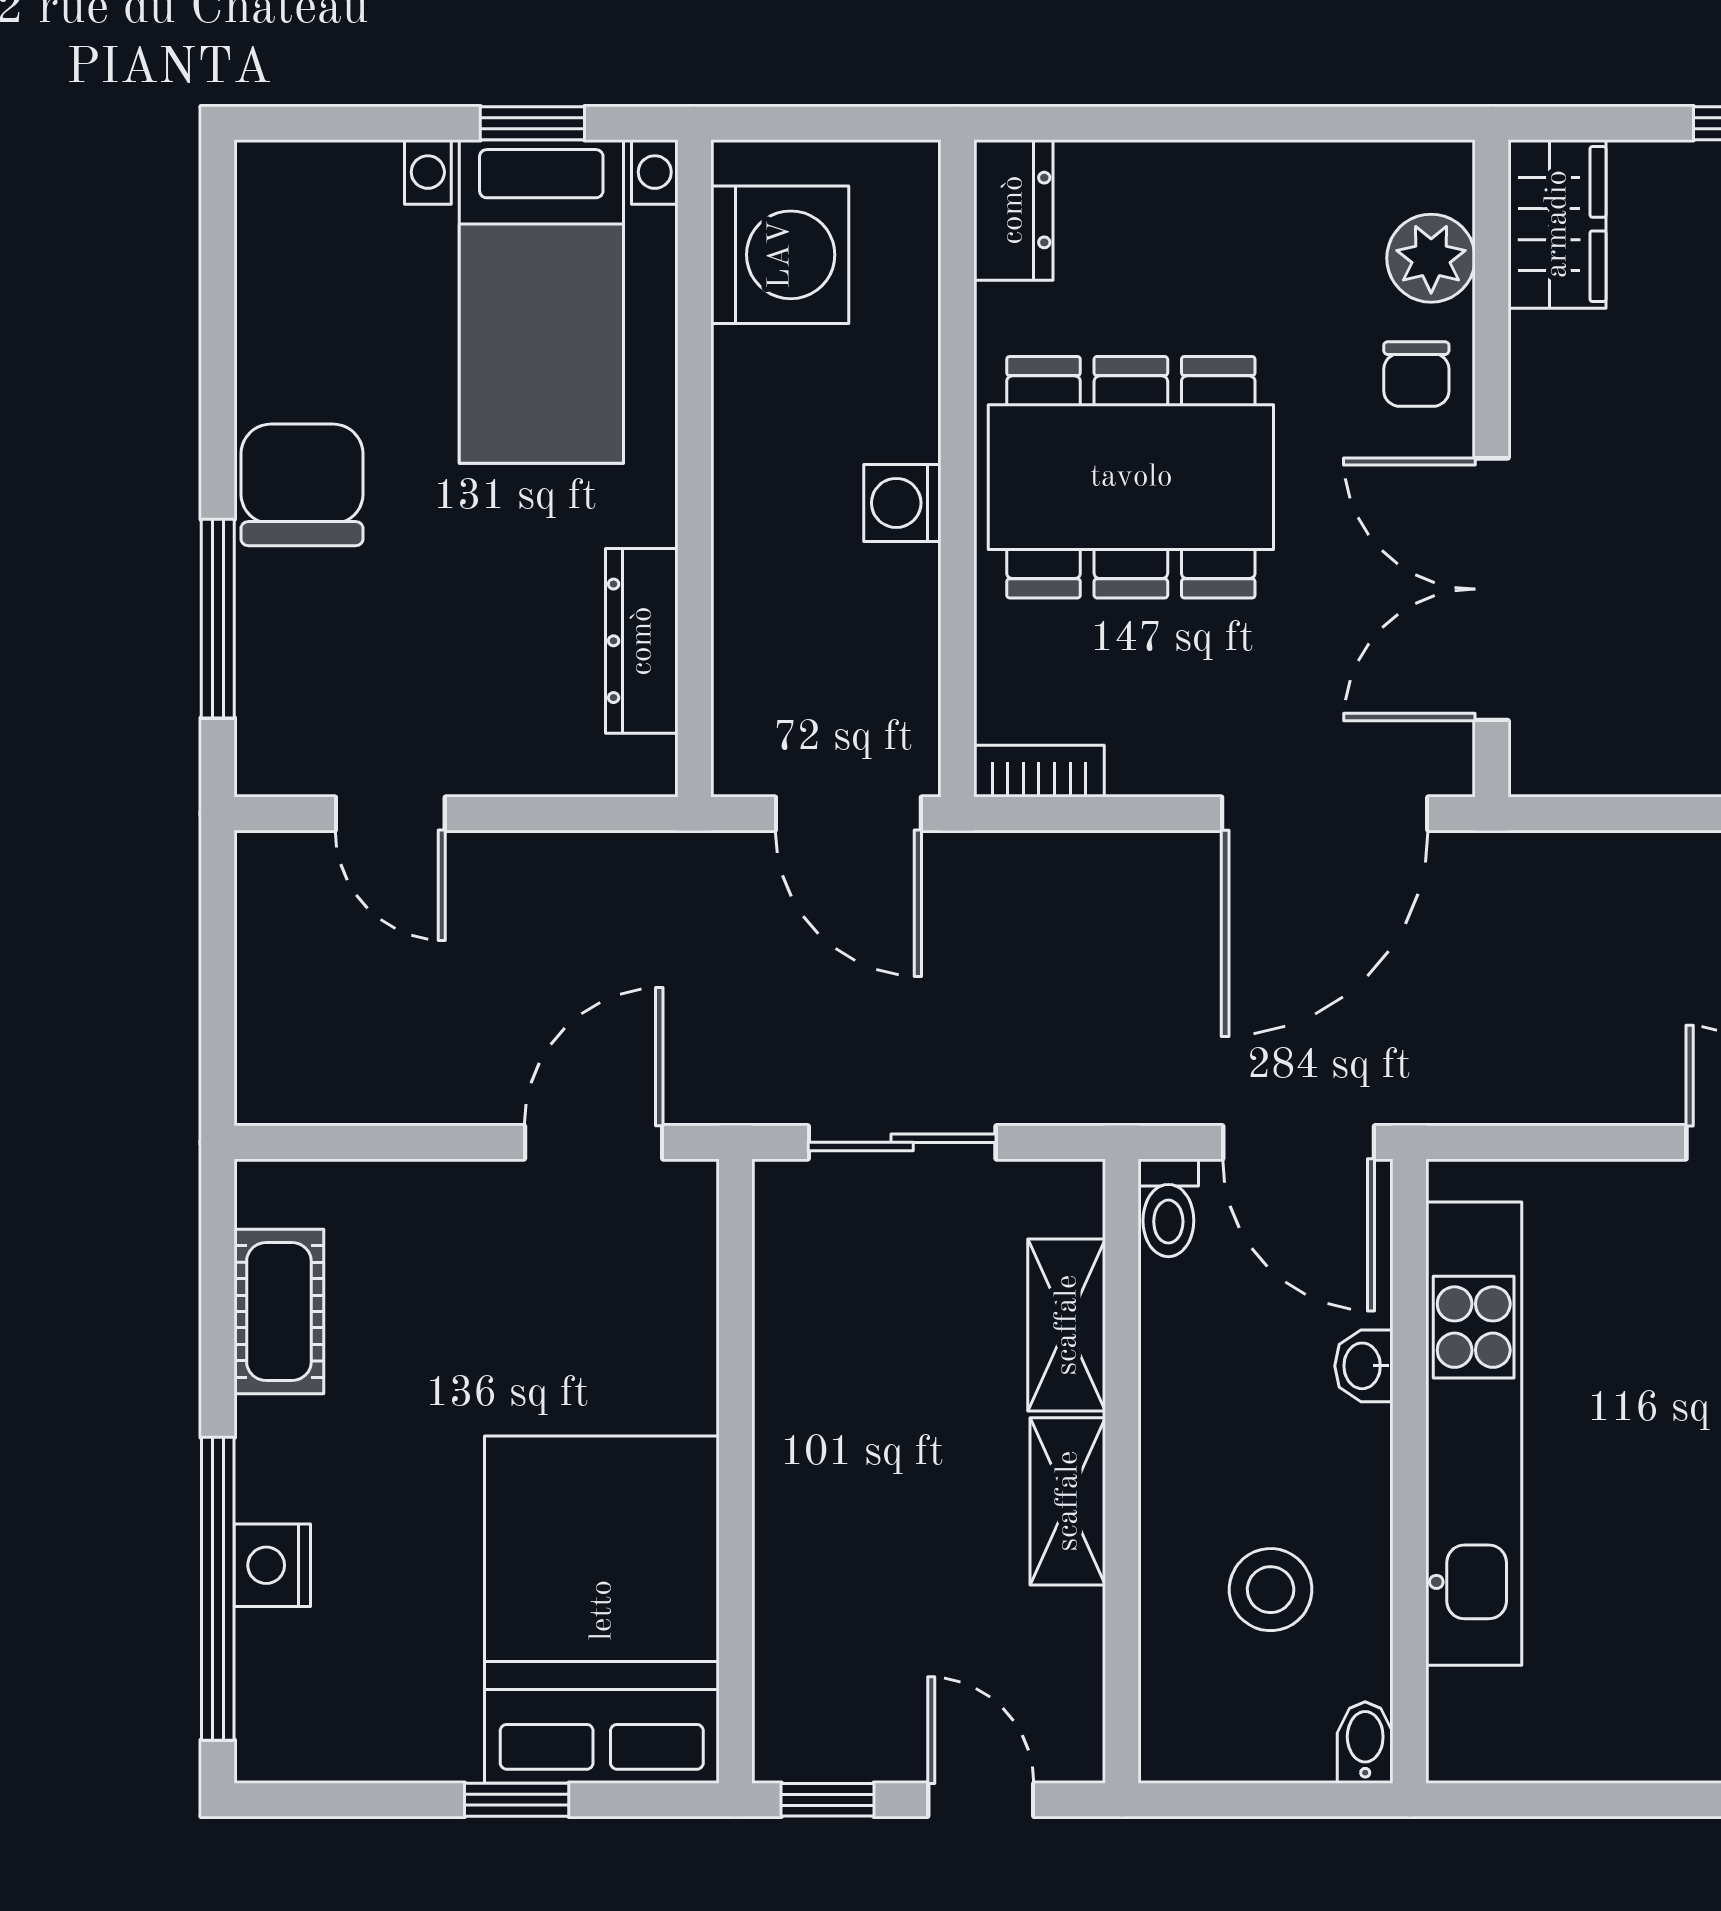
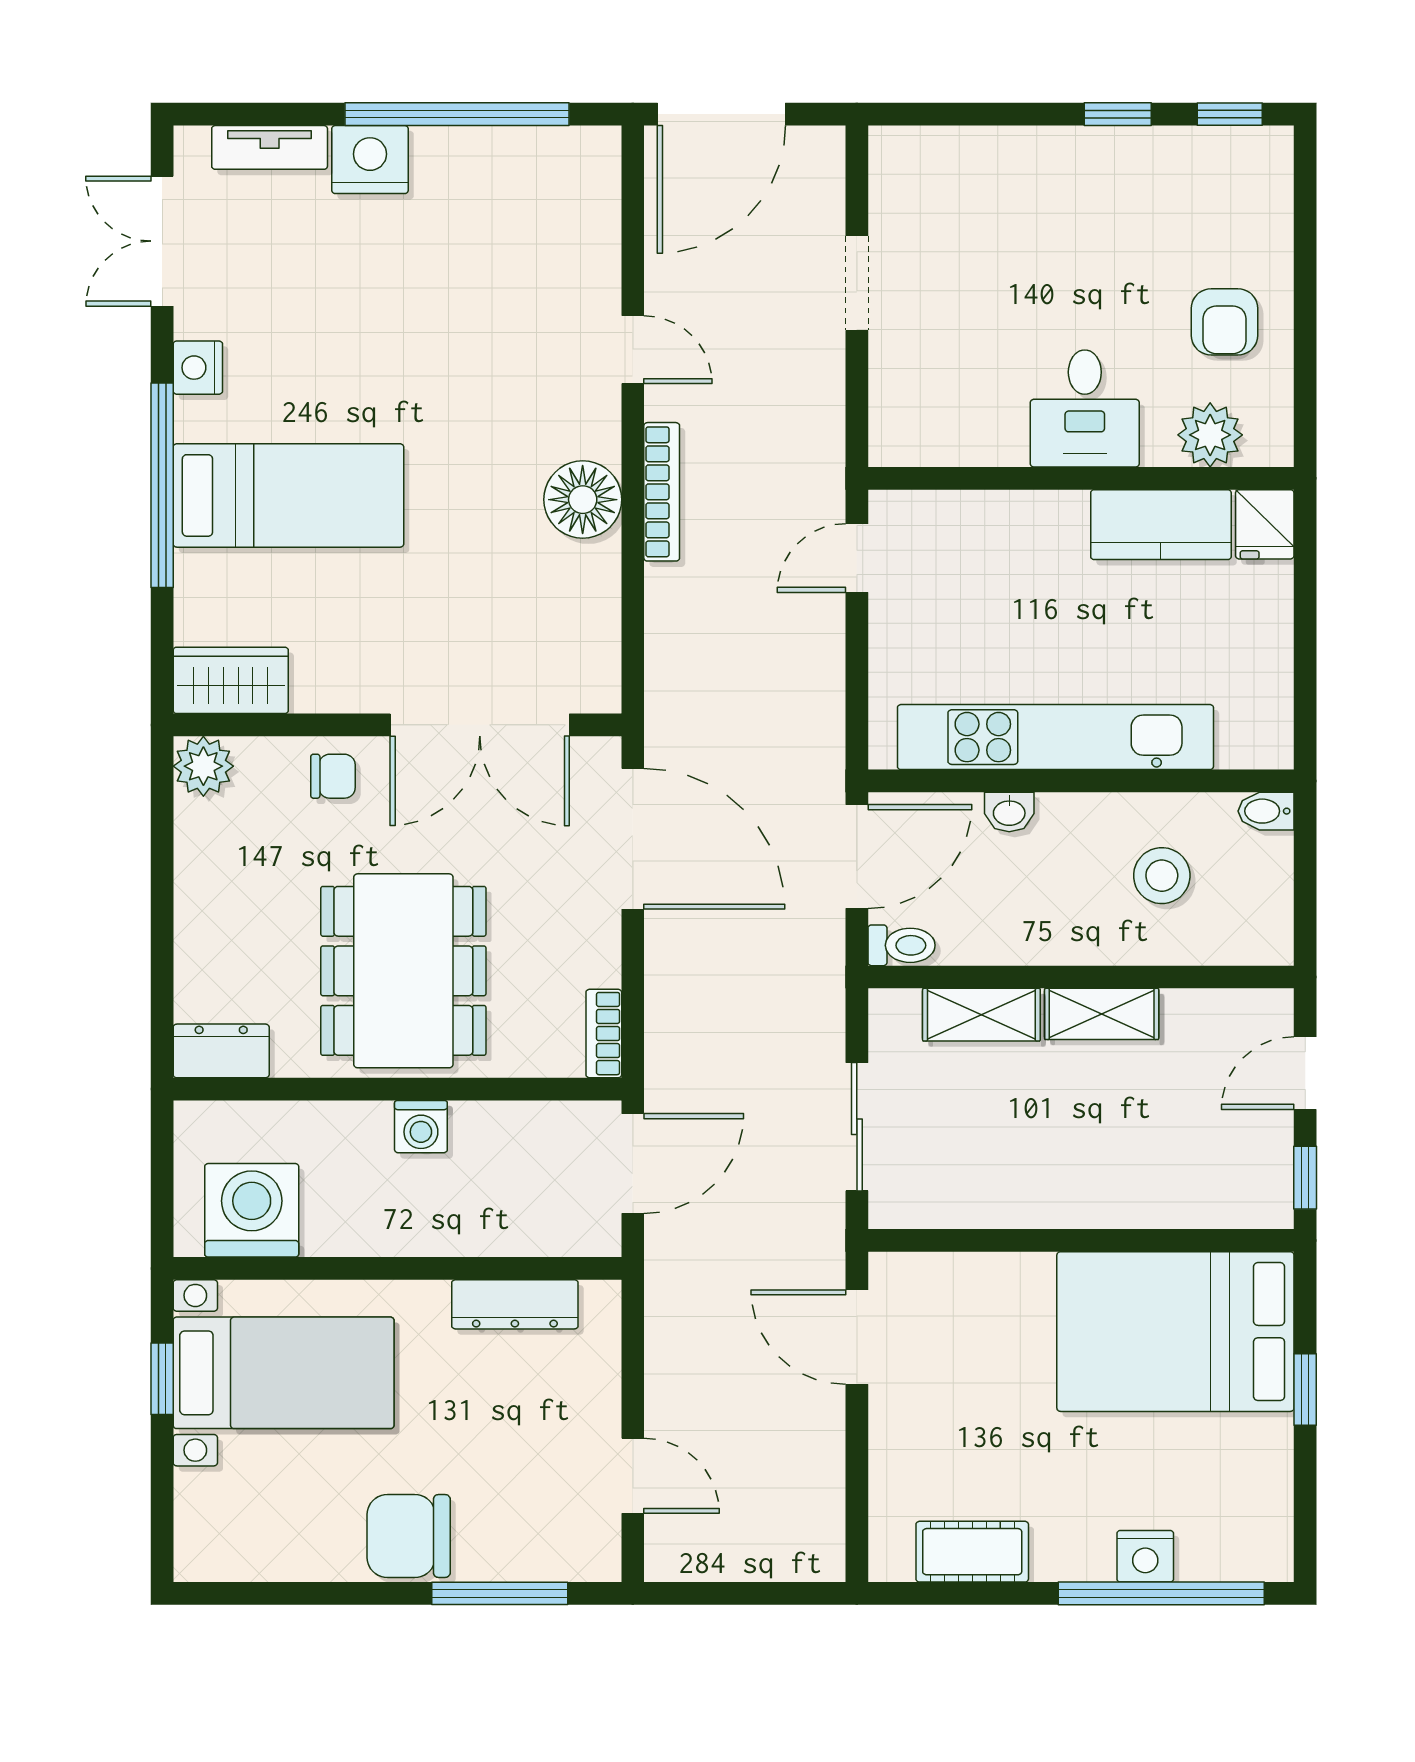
plant: (1431, 258) -> (203, 766), moved
door: (390, 814) -> (633, 1476), hinge flipped

